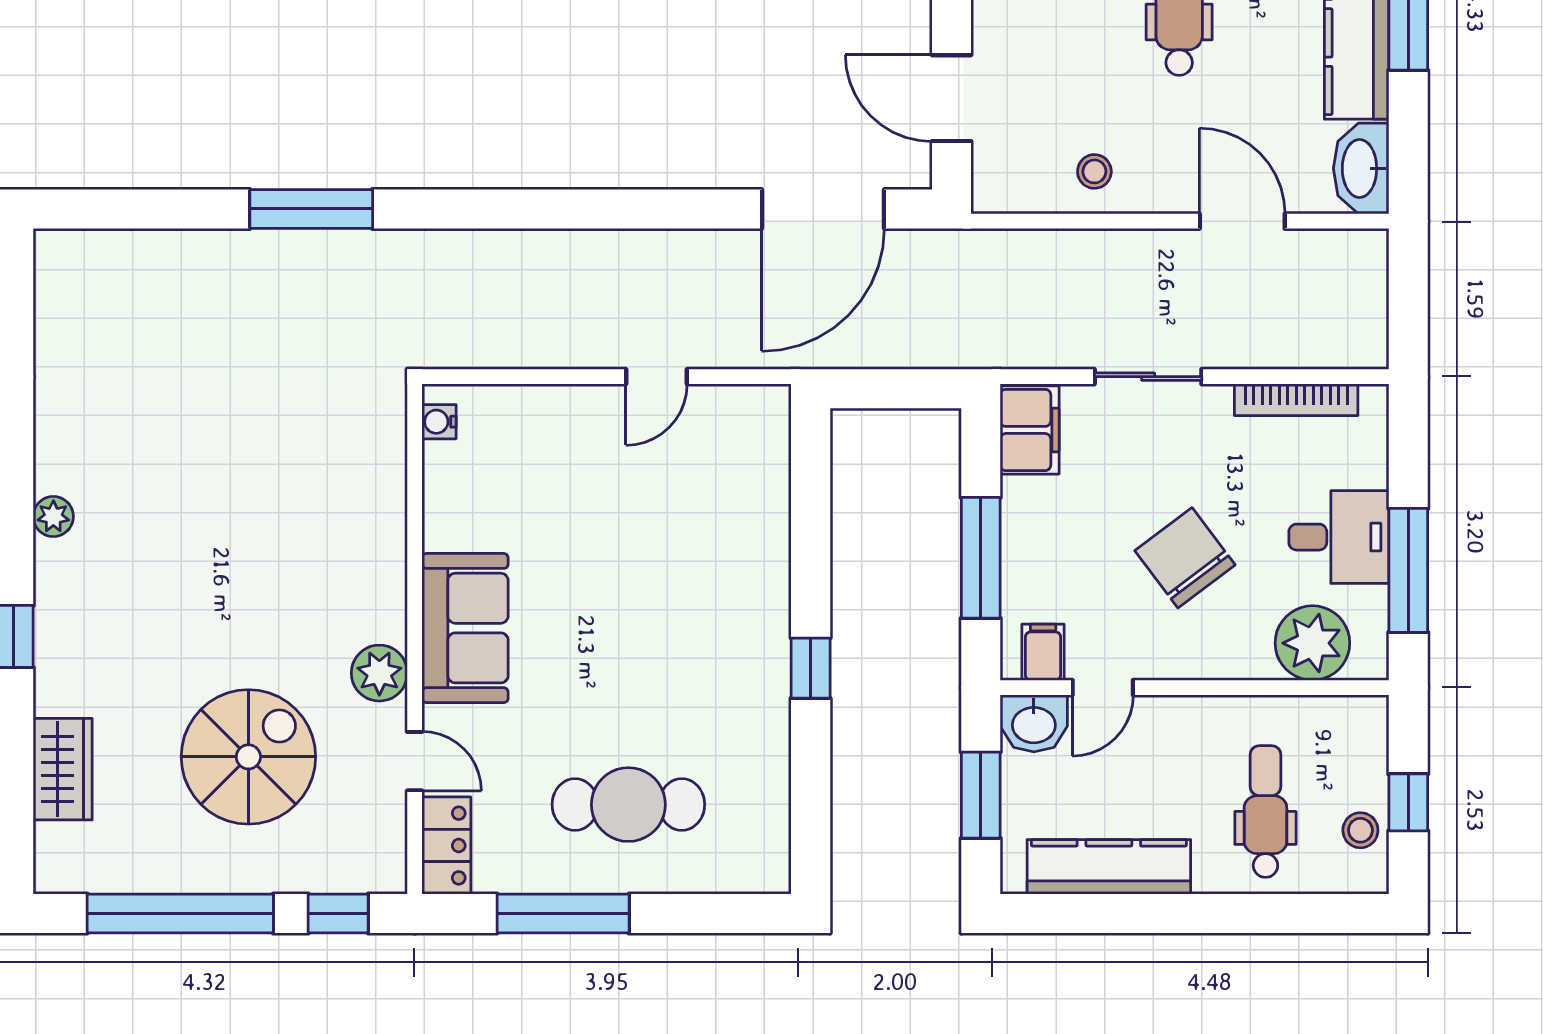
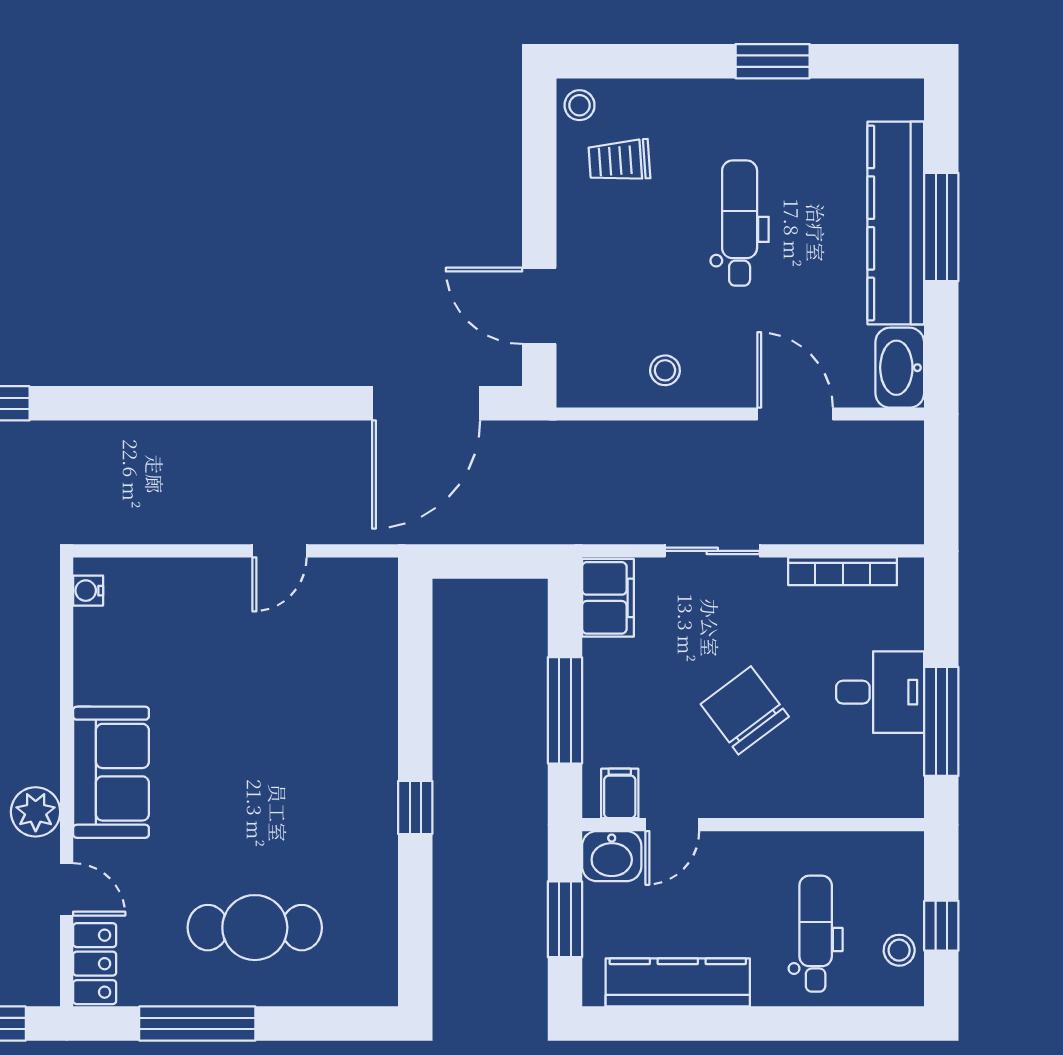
plant: (1312, 643) -> (857, 785), removed

